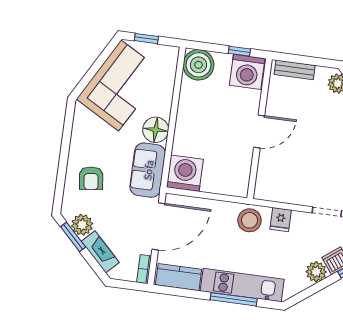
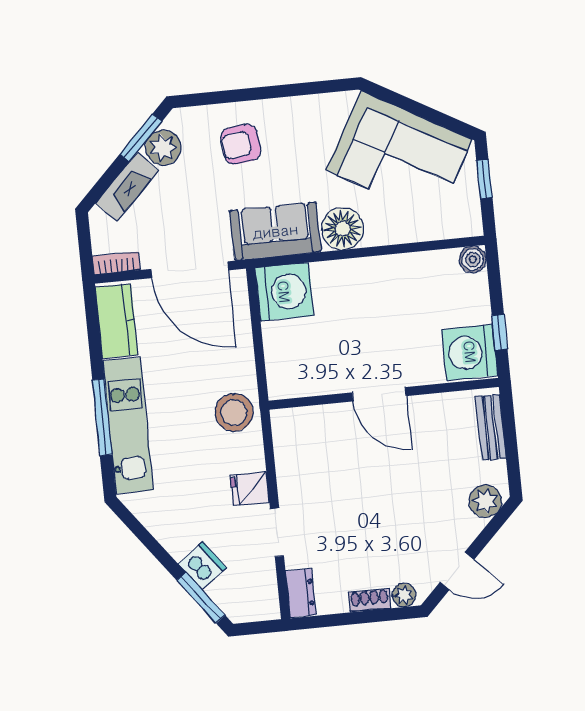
boiler: (198, 65) -> (473, 260), width x0.54, depth x0.54
fridge: (281, 220) -> (250, 489), moved
plant: (316, 272) -> (177, 538), removed

